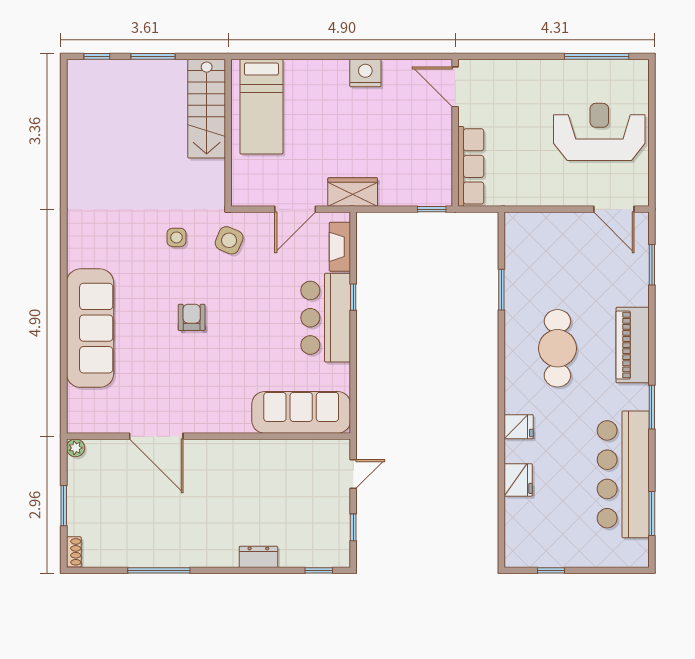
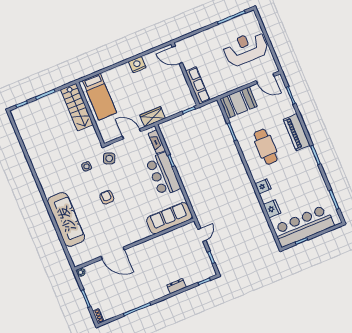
door: (295, 209) -> (131, 134), swing flipped
booth: (539, 236) -> (238, 103), added
bar counter: (623, 474) -> (304, 226), moved, turned 90

